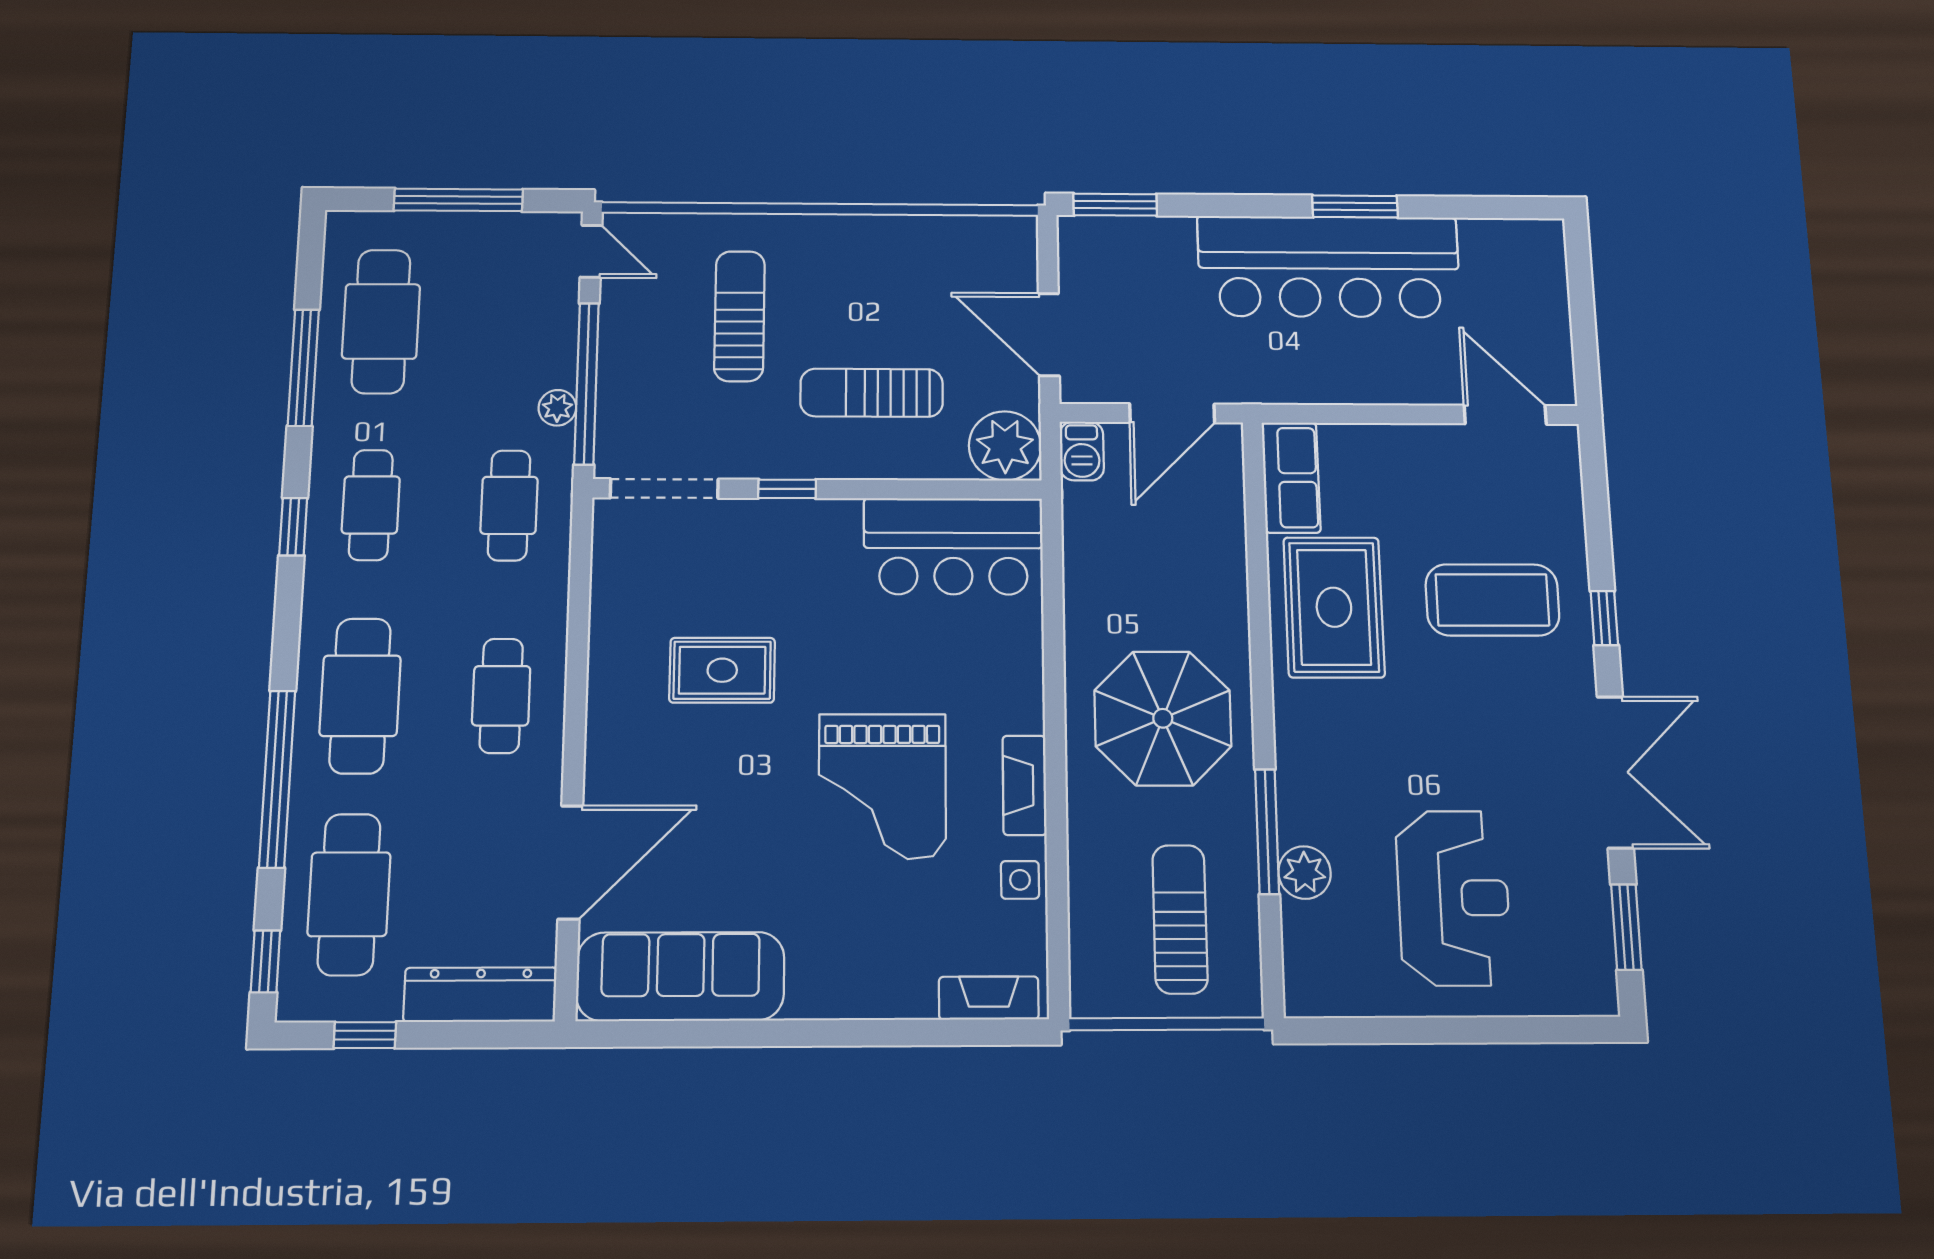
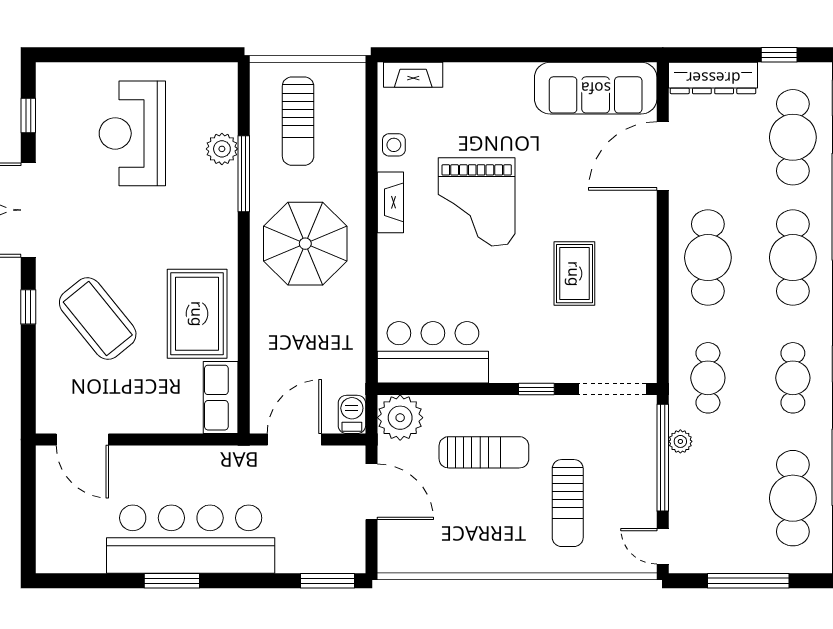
coffee table: (1492, 600) -> (98, 319), turned 51
rug: (722, 670) -> (574, 274), turned 90
cafe table: (501, 696) -> (708, 258), width x1.37, depth x1.35
grand piano: (882, 786) -> (477, 202), turned 180
window: (1626, 927) -> (28, 116), width x0.67

